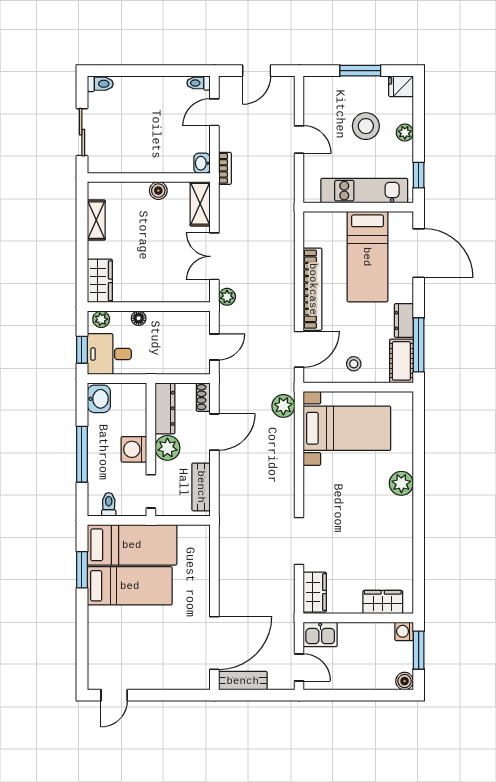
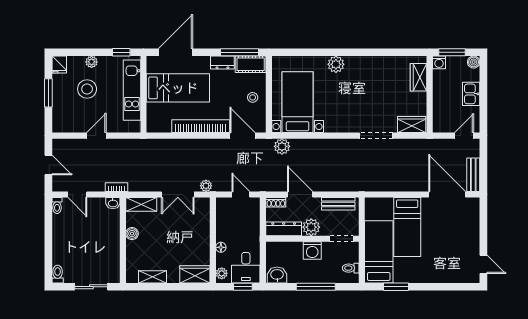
bed: (130, 586) -> (407, 227), moved, turned 180
kitchen sink: (320, 634) -> (471, 94), moved, turned 180

